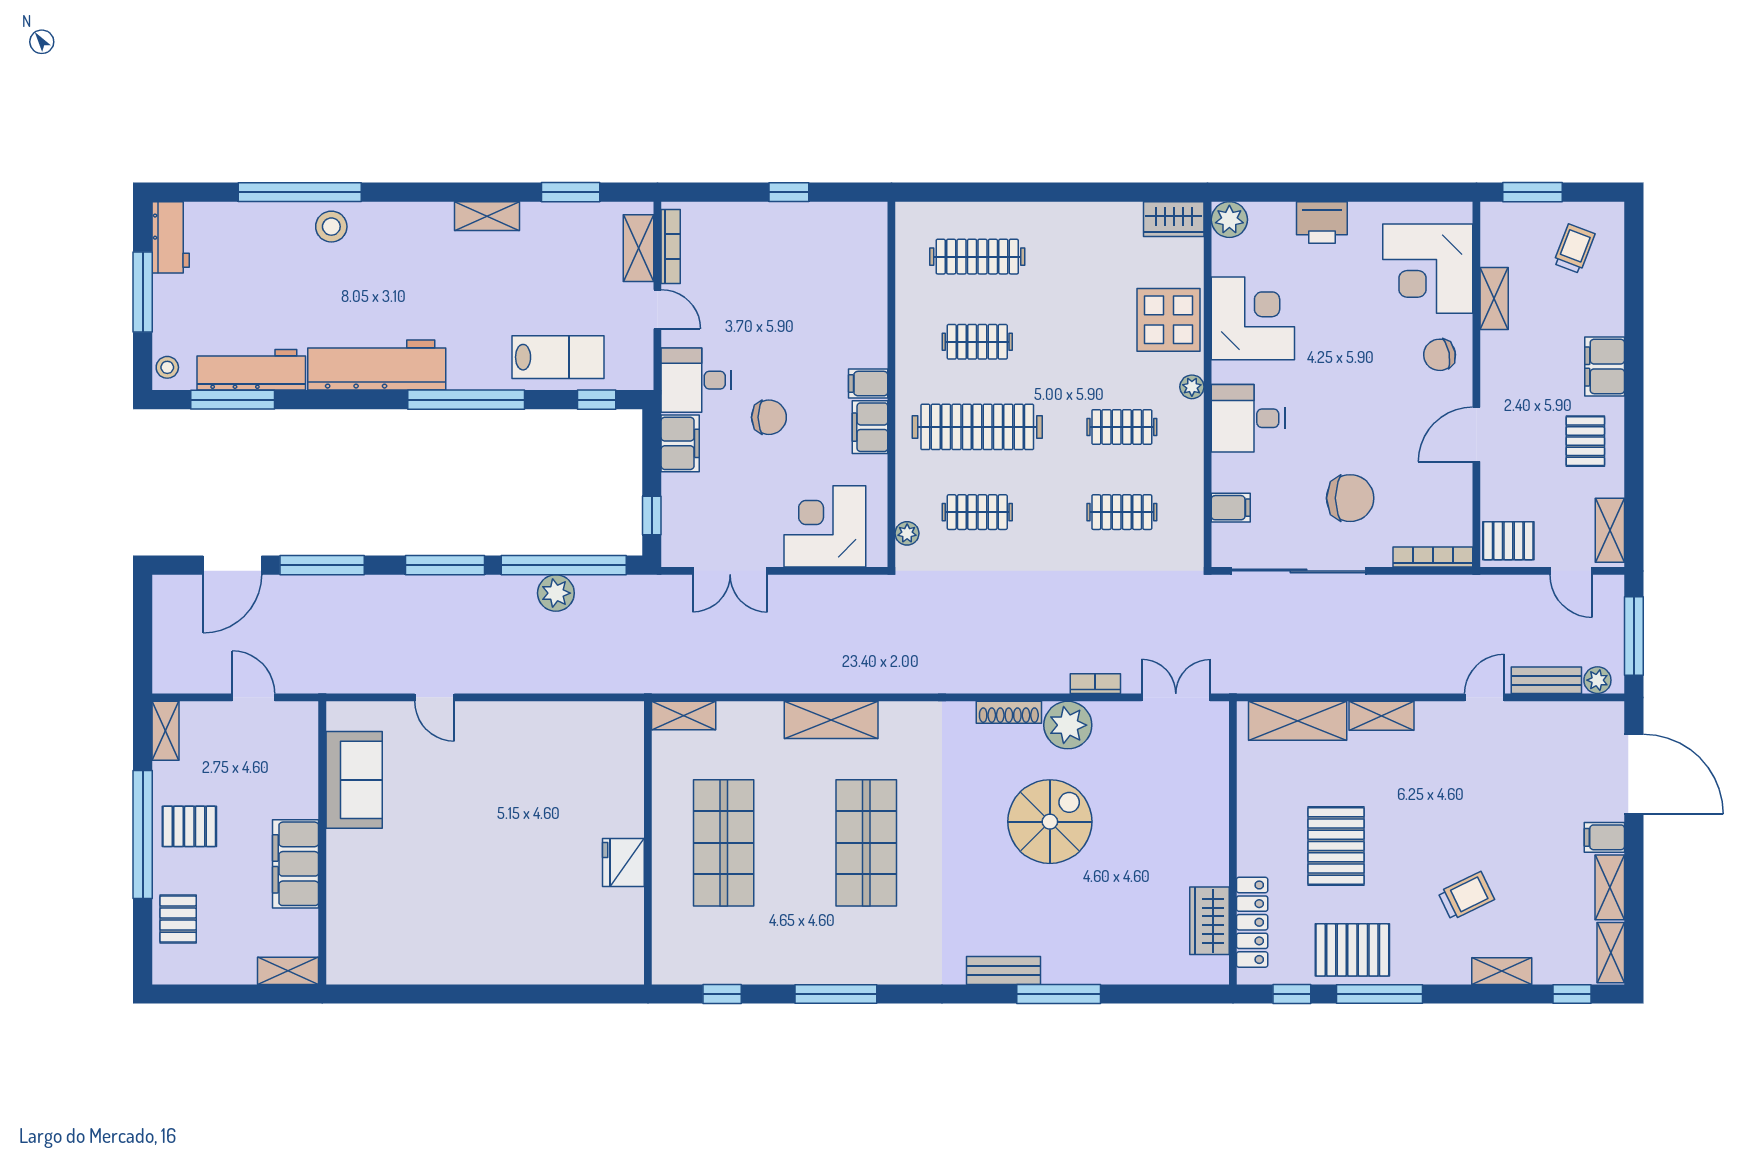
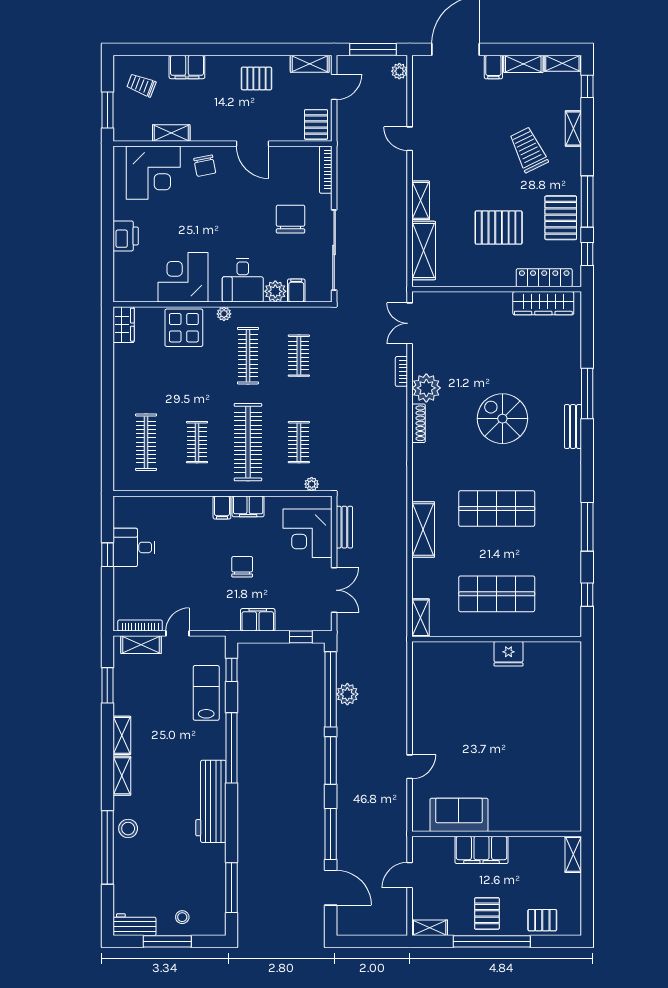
shelving: (420, 216) -> (122, 776), added
plant: (1229, 220) -> (275, 291), moved
filing cabinet: (1605, 366) -> (187, 67), moved
stool: (167, 367) -> (182, 917), moved
workbench: (251, 370) -> (214, 876), removed
desk: (696, 380) -> (134, 547), moved, turned 90
clothes rail: (1122, 427) -> (248, 356), width x1.36
bench: (1546, 680) -> (344, 527), moved
spiral stairs: (1050, 822) -> (502, 419), moved
filing cabinet: (296, 864) -> (481, 850), moved
trolley: (1466, 896) -> (528, 150), width x1.36, depth x1.39
wardrobe: (1210, 921) -> (543, 303), width x1.50

